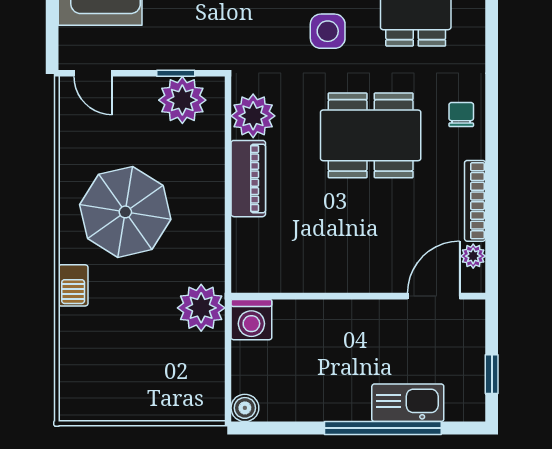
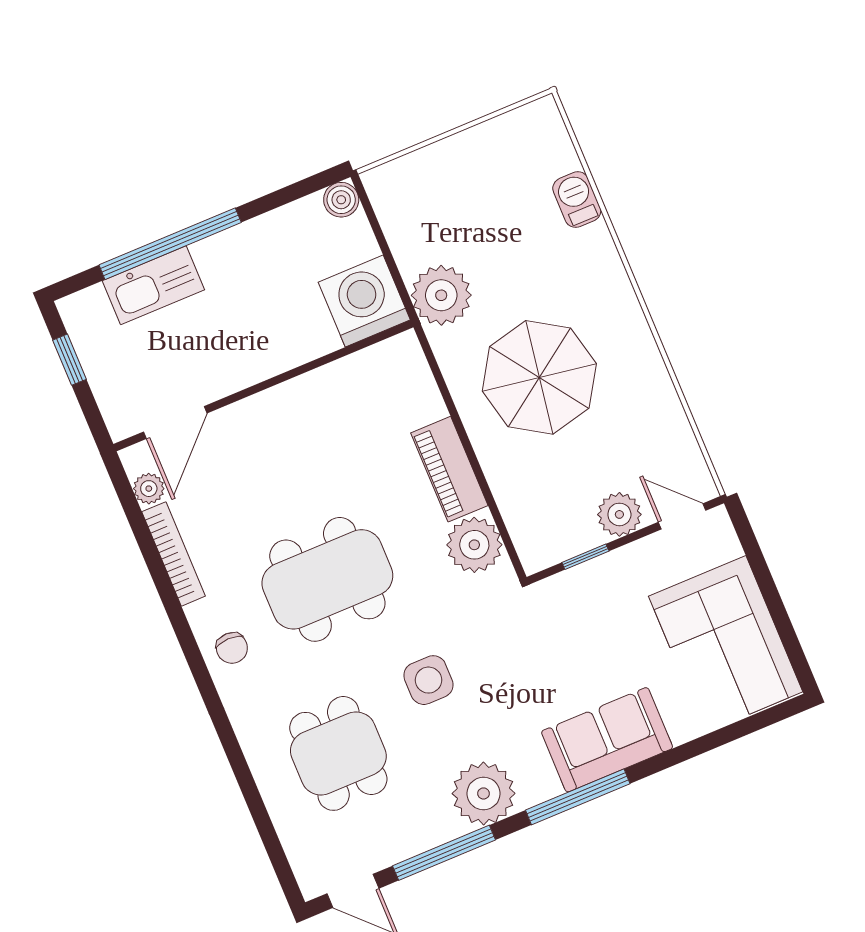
plant: (182, 100) -> (619, 514), moved, width x0.73, depth x0.73
parasol: (125, 212) -> (539, 377), moved
barbecue: (73, 285) -> (577, 200), moved
washing machine: (251, 320) -> (364, 301), width x1.37, depth x1.37

